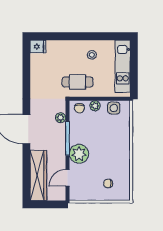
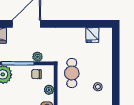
fridge: (38, 47) -> (92, 35), moved
chair: (79, 108) -> (36, 74), moved

